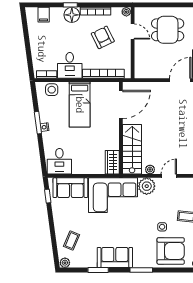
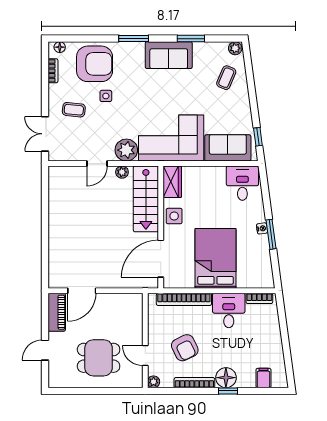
side table: (52, 90) -> (174, 216), moved
bed: (80, 105) -> (215, 258), width x1.50
armchair: (171, 251) -> (95, 64), turned 180

